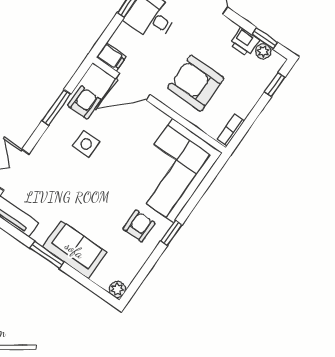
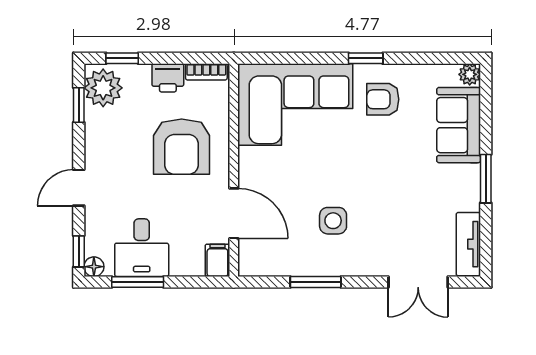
printer: (244, 42) -> (168, 78), moved, turned 90
plant: (263, 51) -> (103, 88), width x1.87, depth x1.87
armchair: (84, 102) -> (289, 255), removed
sofa: (75, 250) -> (459, 125), moved

